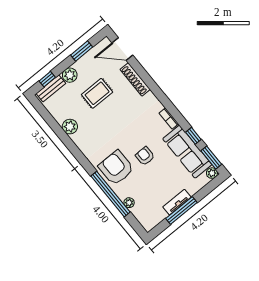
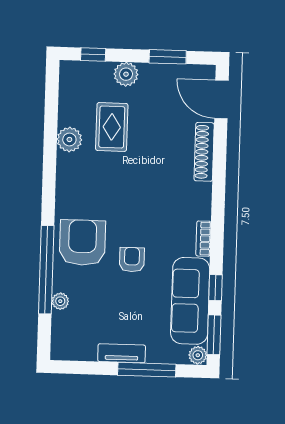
bench: (51, 88) -> (87, 70), removed
rug: (97, 93) -> (112, 127), moved, turned 90
window: (181, 210) -> (147, 370), moved

